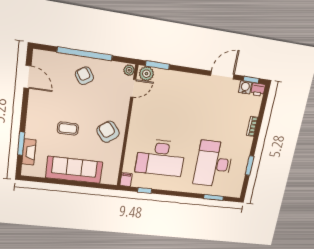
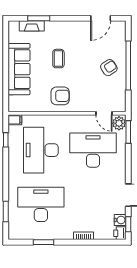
plant: (129, 70) -> (120, 107), removed
desk: (170, 105) -> (93, 150), added
armchair: (108, 132) -> (60, 96), turned 38

